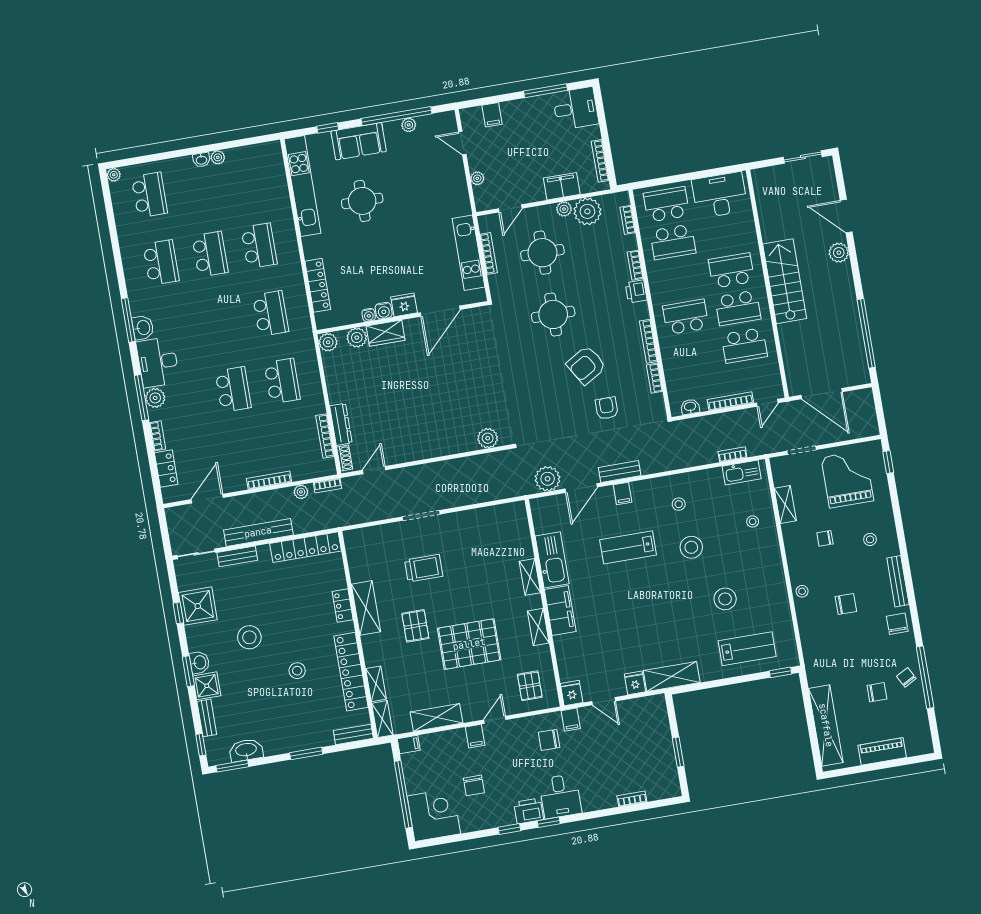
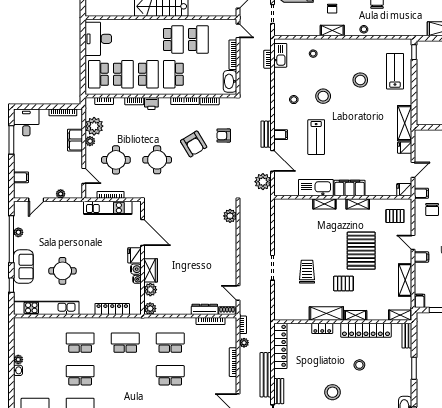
school desk: (731, 270) -> (148, 74), moved, turned 180
washbasin: (690, 407) -> (230, 81), width x1.91, depth x1.45
shelving: (785, 505) -> (332, 31), moved
shelving: (376, 684) -> (356, 315), moved

